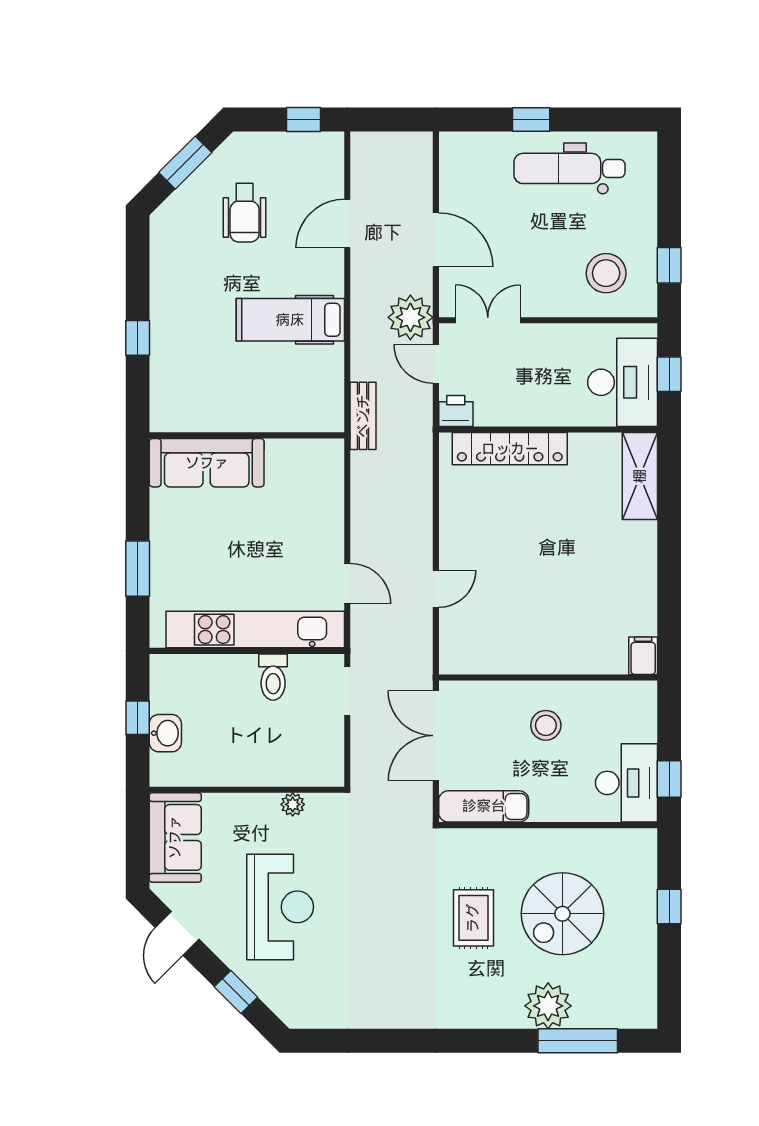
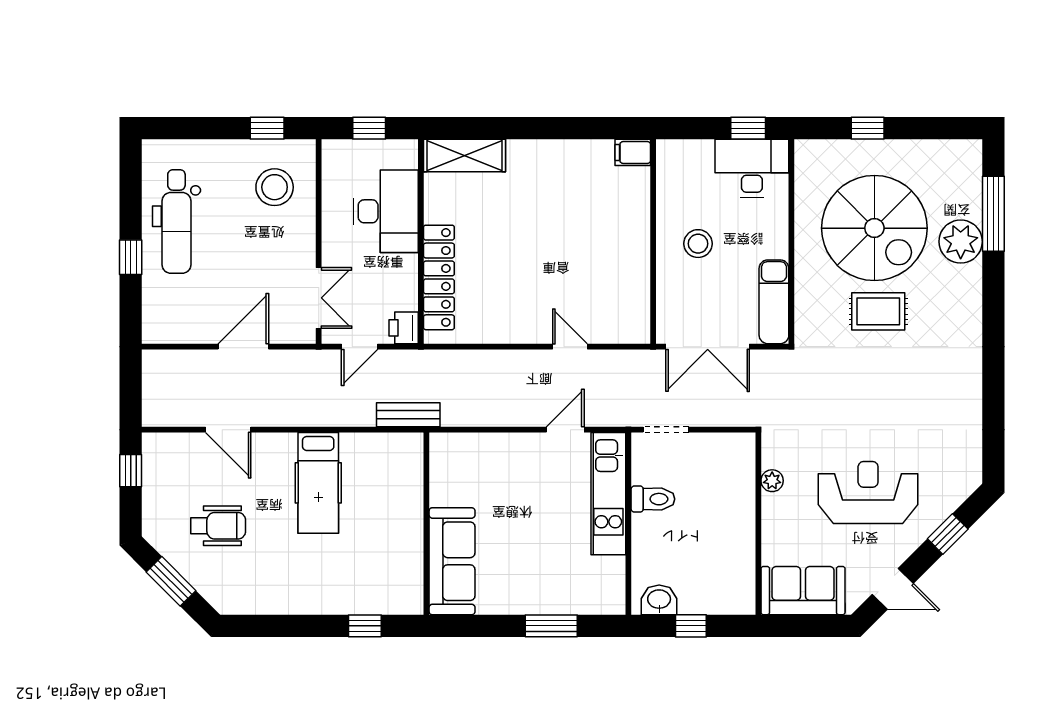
plant: (410, 317) -> (316, 370), removed
double door: (488, 320) -> (319, 298), swing flipped
window: (138, 338) -> (365, 626), moved
desk: (623, 382) -> (386, 211), moved, turned 90
kitchen unit: (255, 630) -> (608, 494), width x0.73
washbasin: (165, 733) -> (659, 600), moved
spiral stairs: (562, 914) -> (874, 228), width x1.37, depth x1.37

